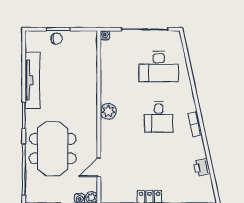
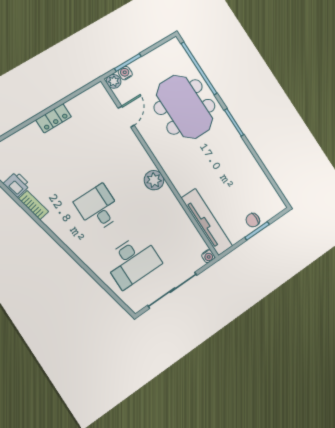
desk: (159, 67) -> (132, 261), turned 180
tv unit: (32, 80) -> (207, 222), moved, turned 180
bookcase: (195, 124) -> (33, 205), moved

